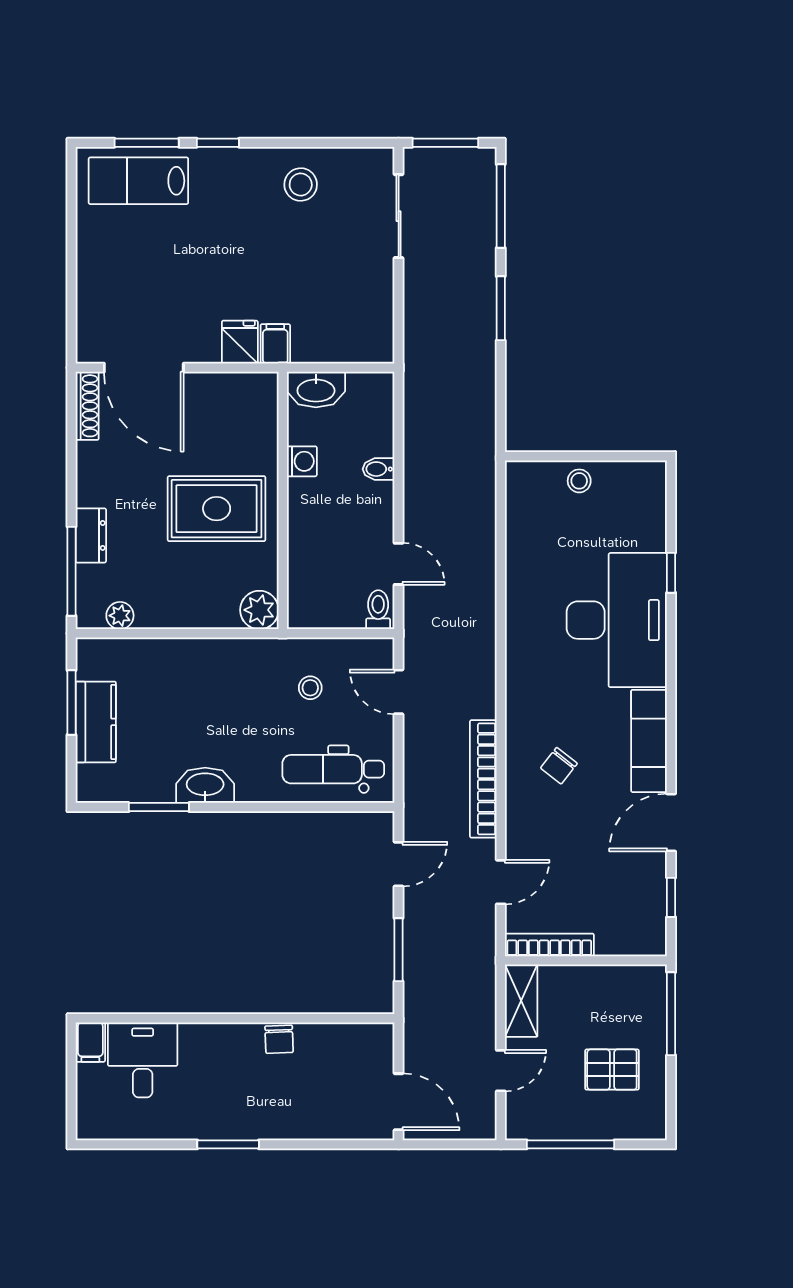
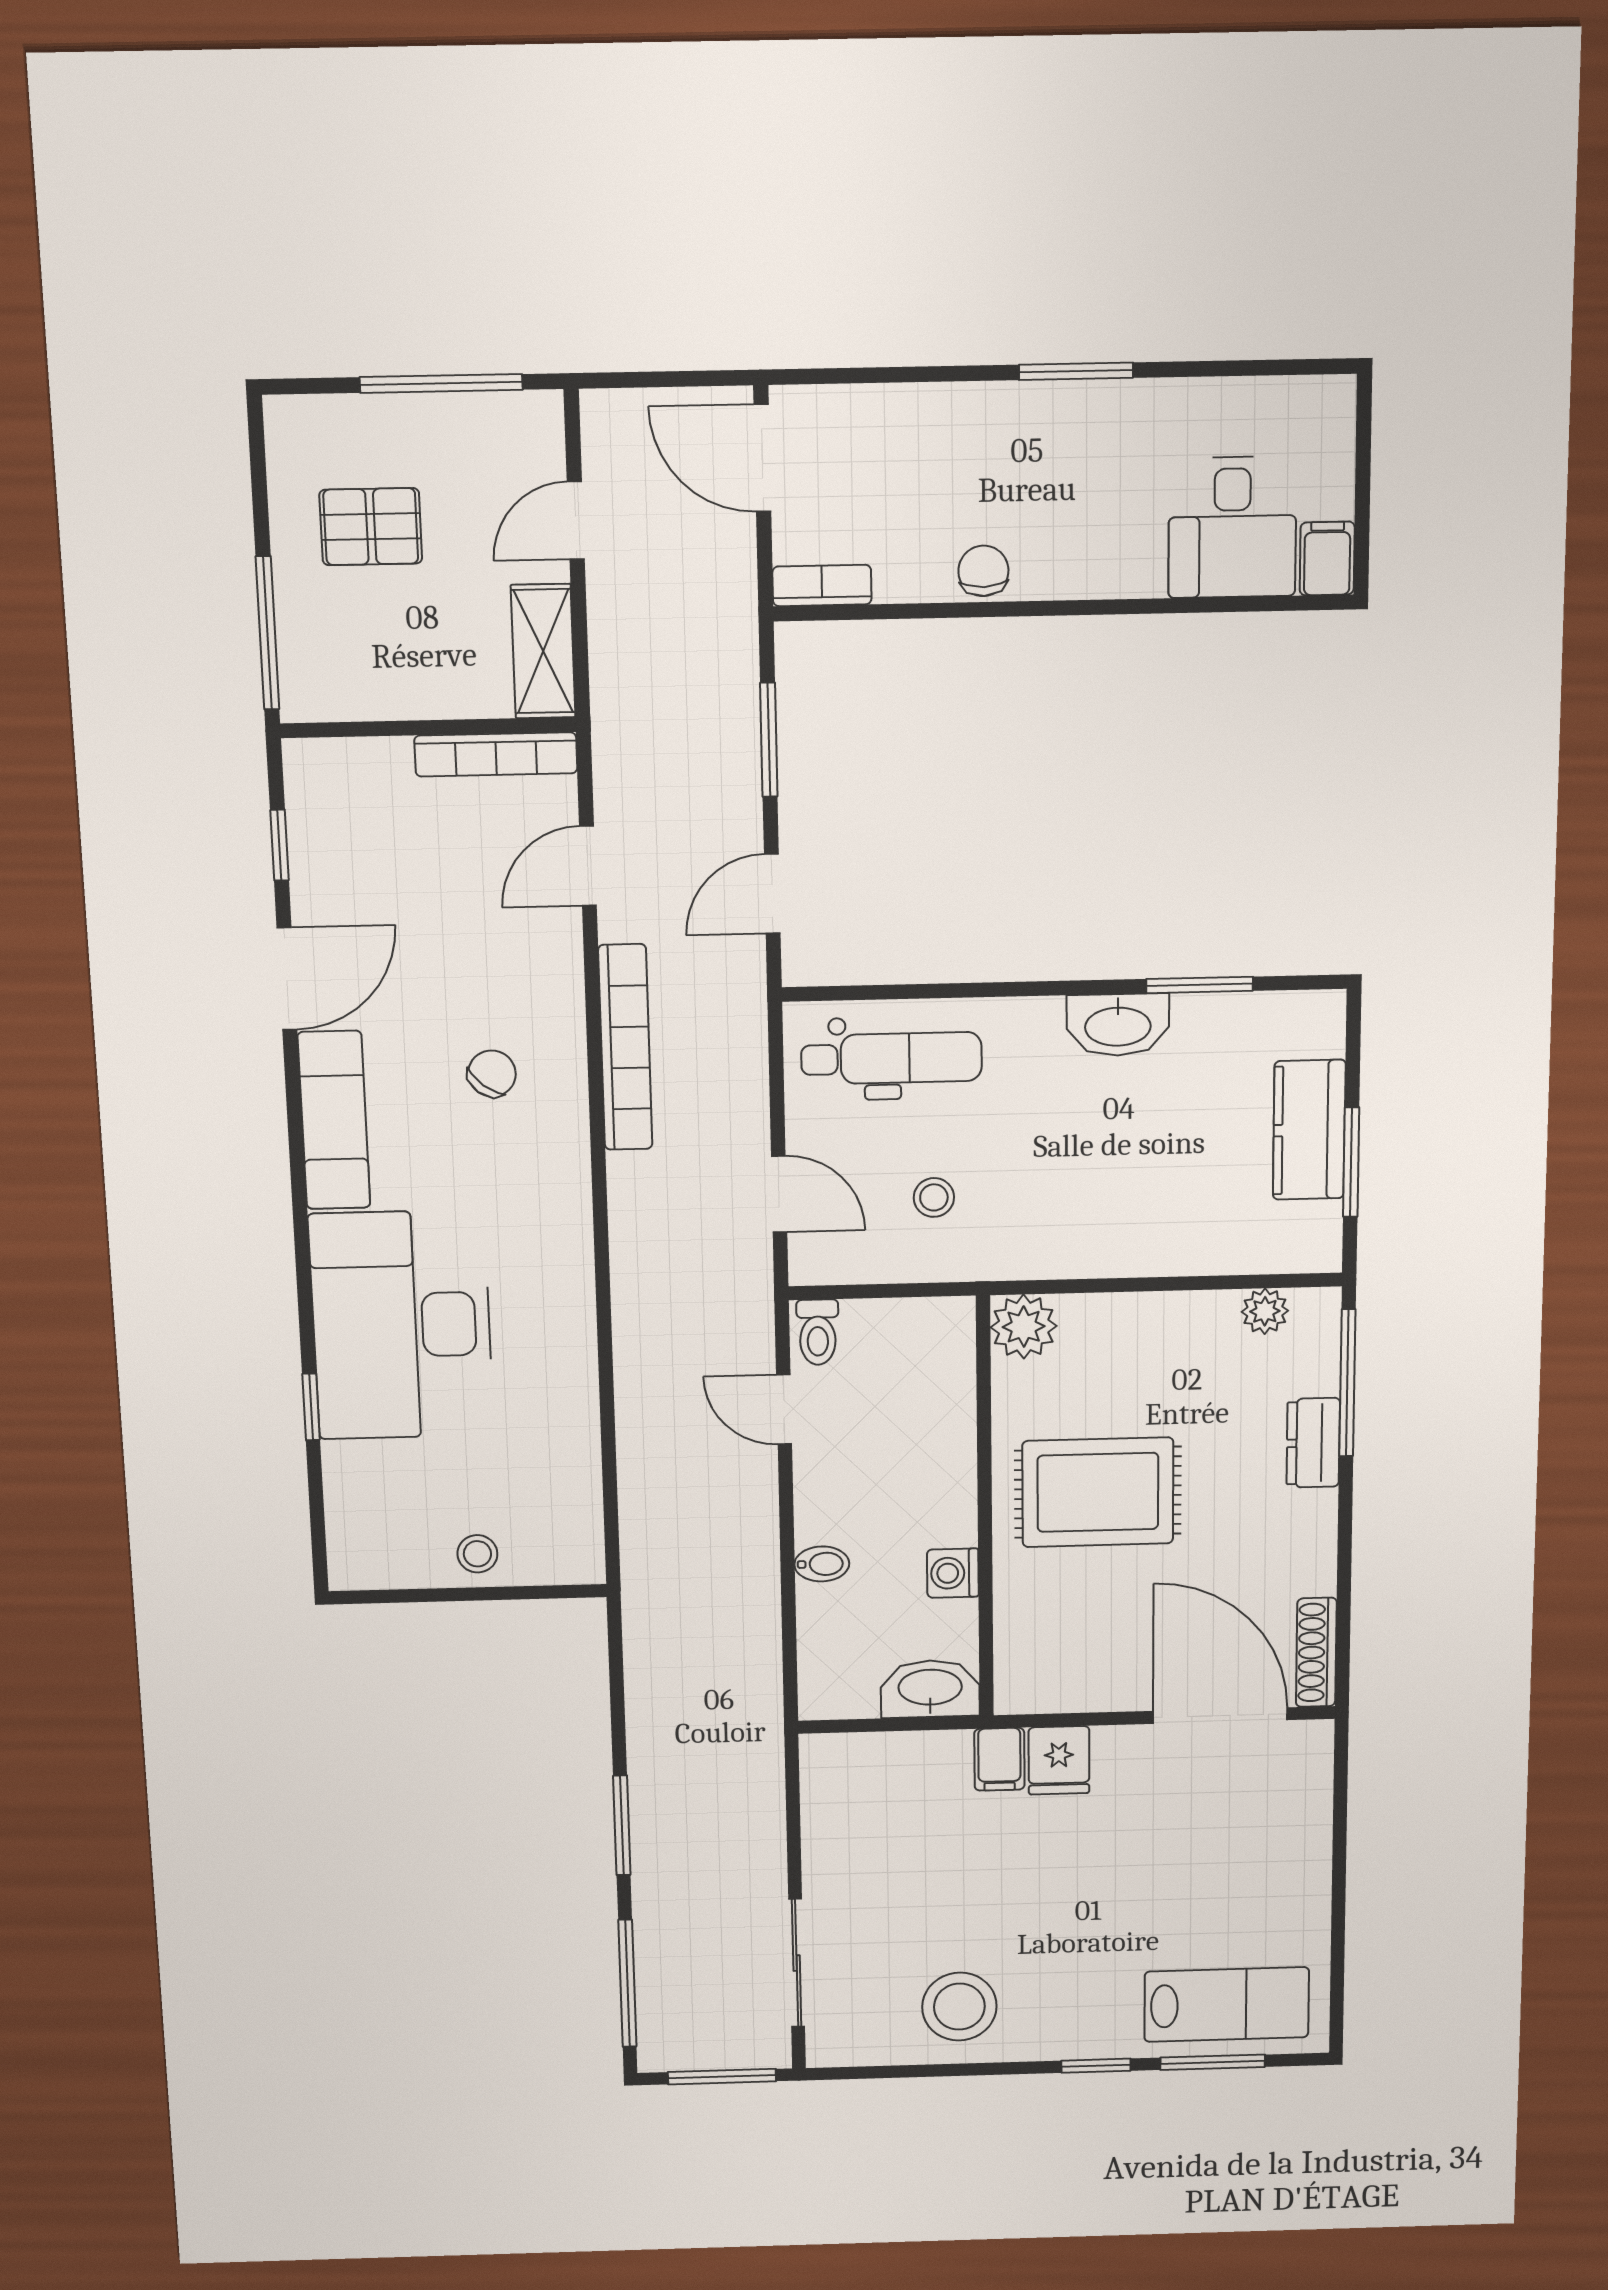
stool: (301, 185) -> (959, 2007), width x1.38, depth x1.38
bookcase: (368, 1033) -> (822, 585), added

